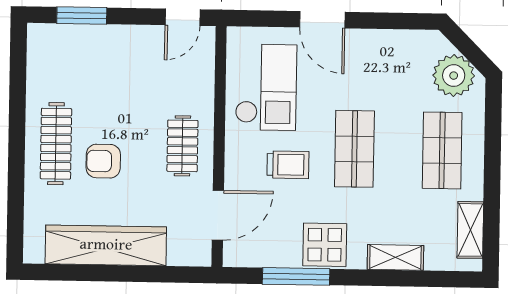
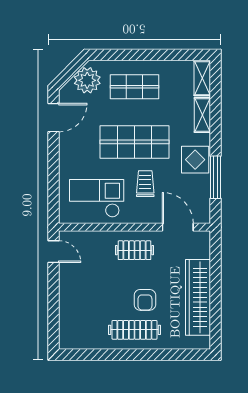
window: (82, 15) -> (54, 315), removed
door: (322, 20) -> (54, 118), moved
shop shelf: (354, 149) -> (134, 142), width x1.43, depth x1.36
shelving: (470, 230) -> (202, 78), moved, turned 90

